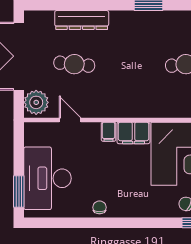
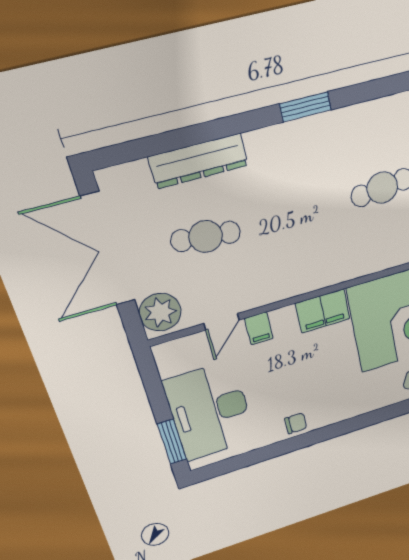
door: (70, 120) -> (222, 322), swing flipped
filing cabinet: (109, 132) -> (259, 328), moved
chair: (99, 207) -> (296, 423), turned 90

